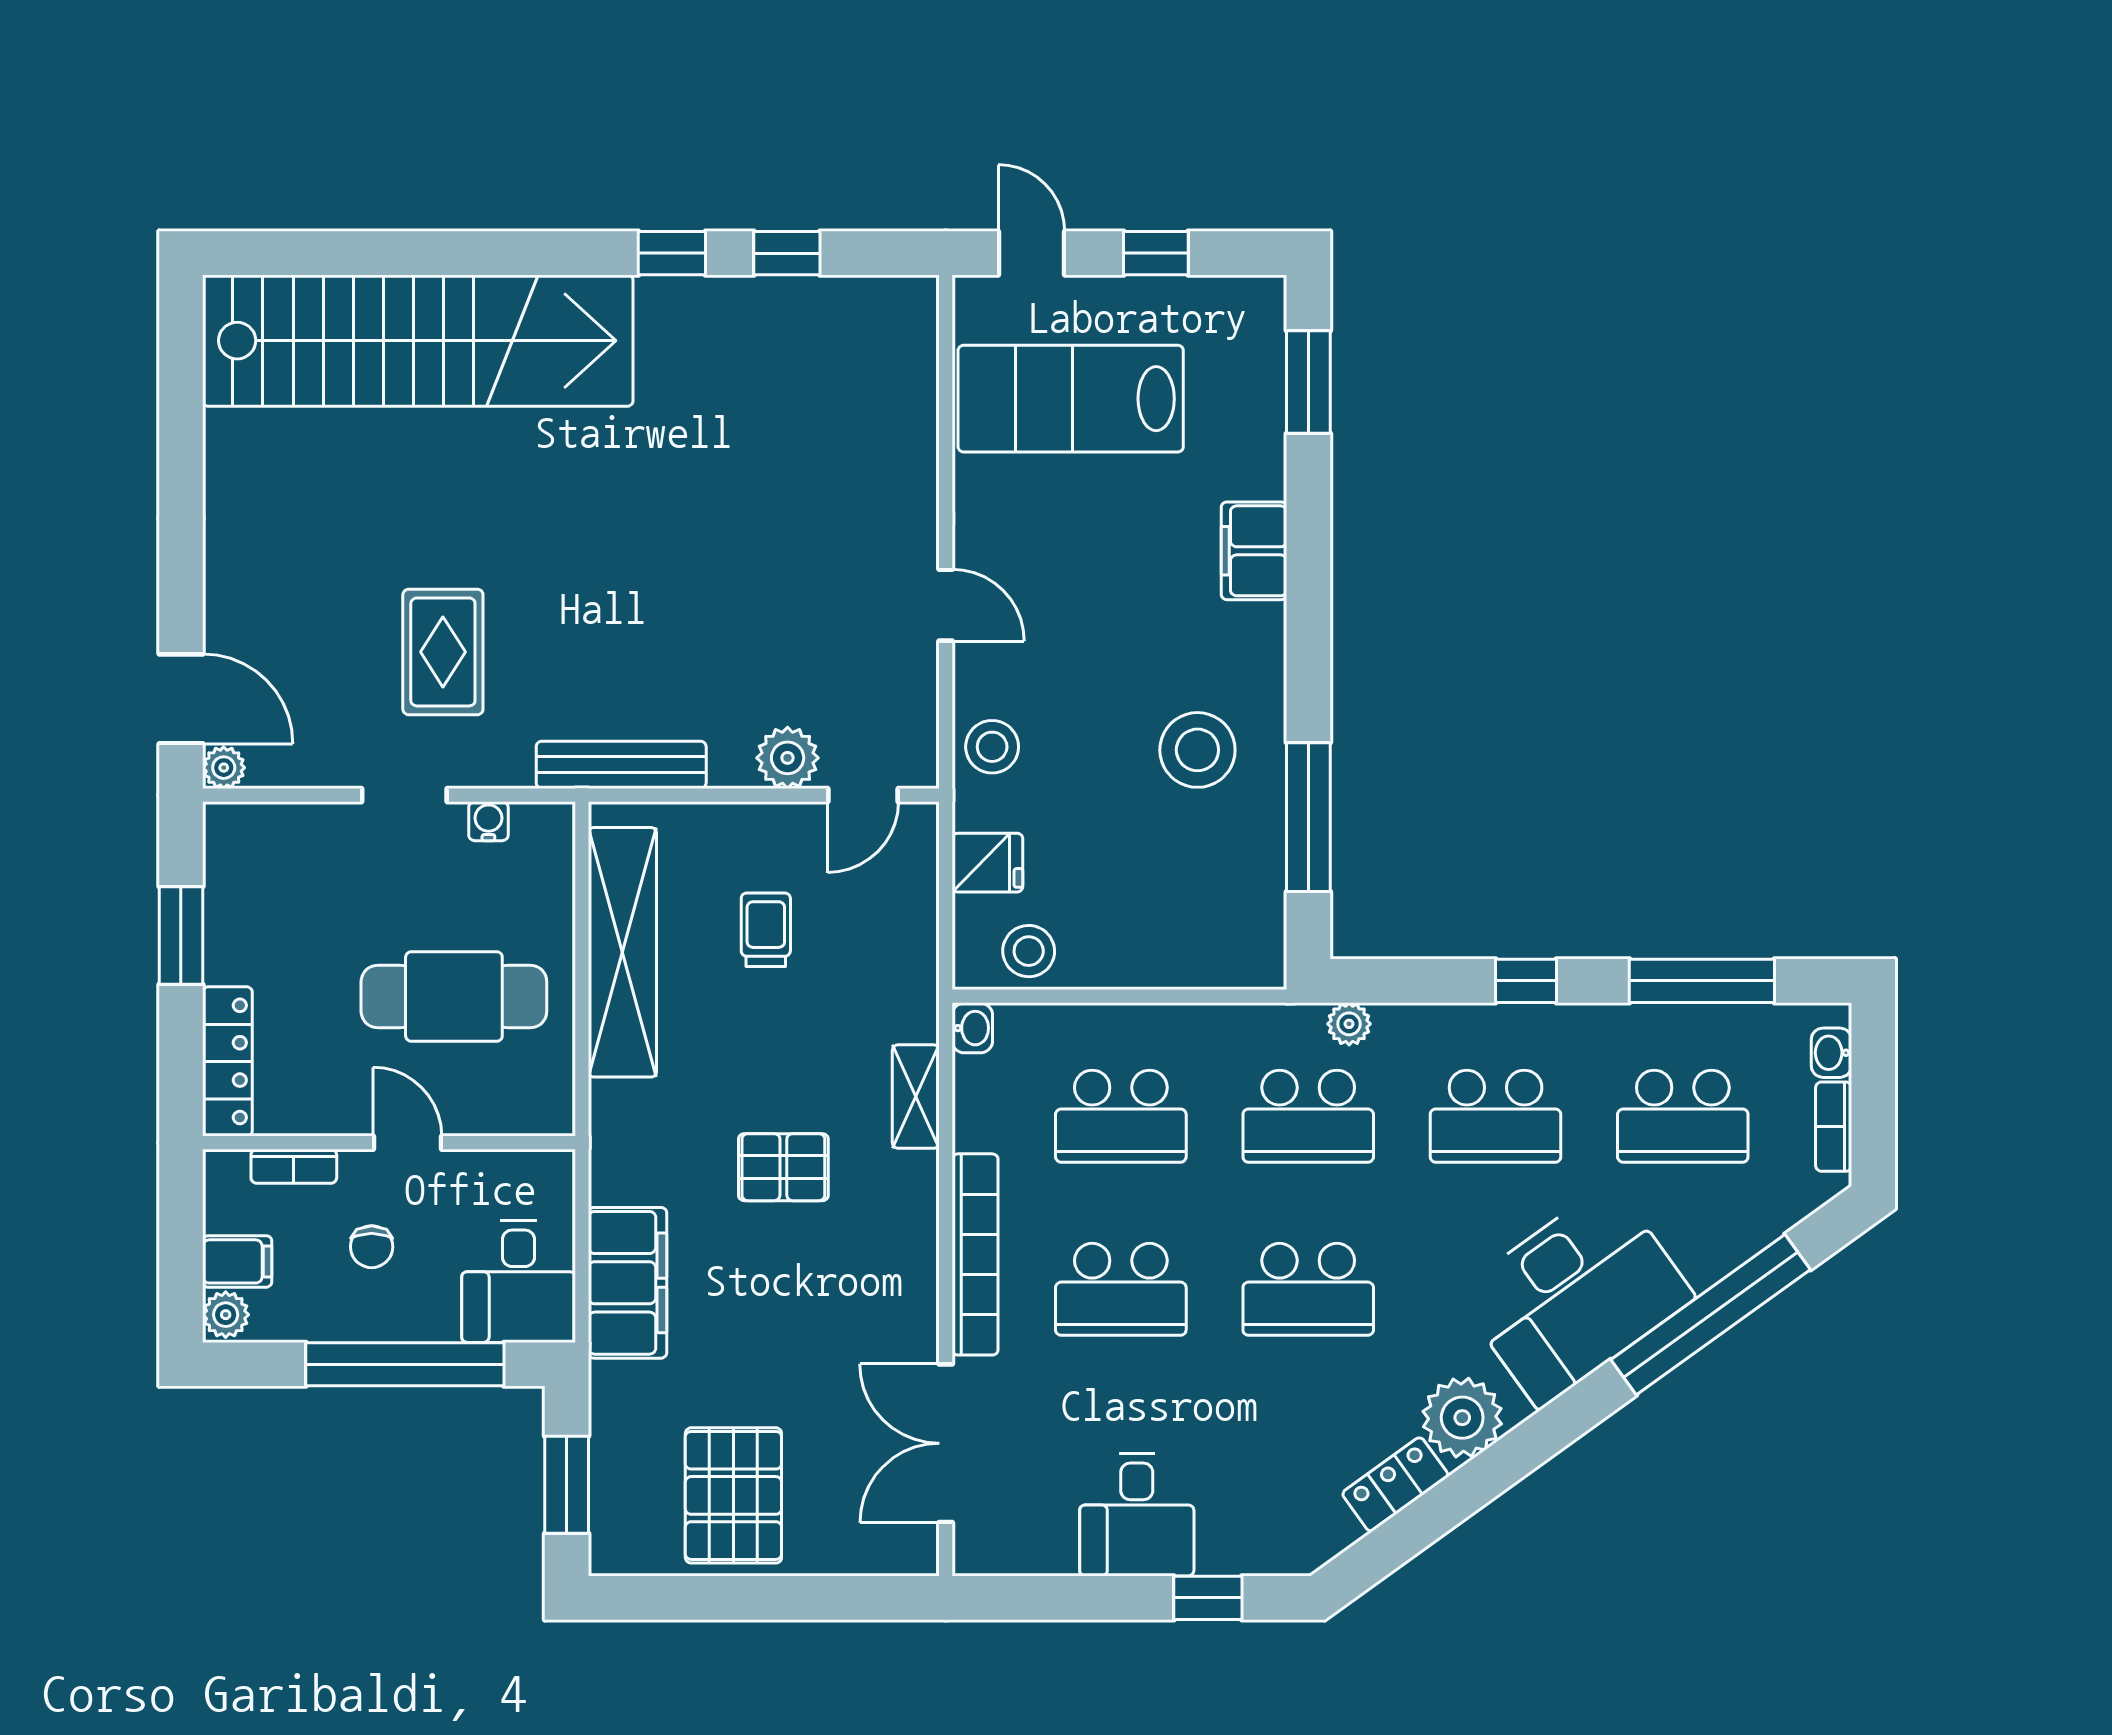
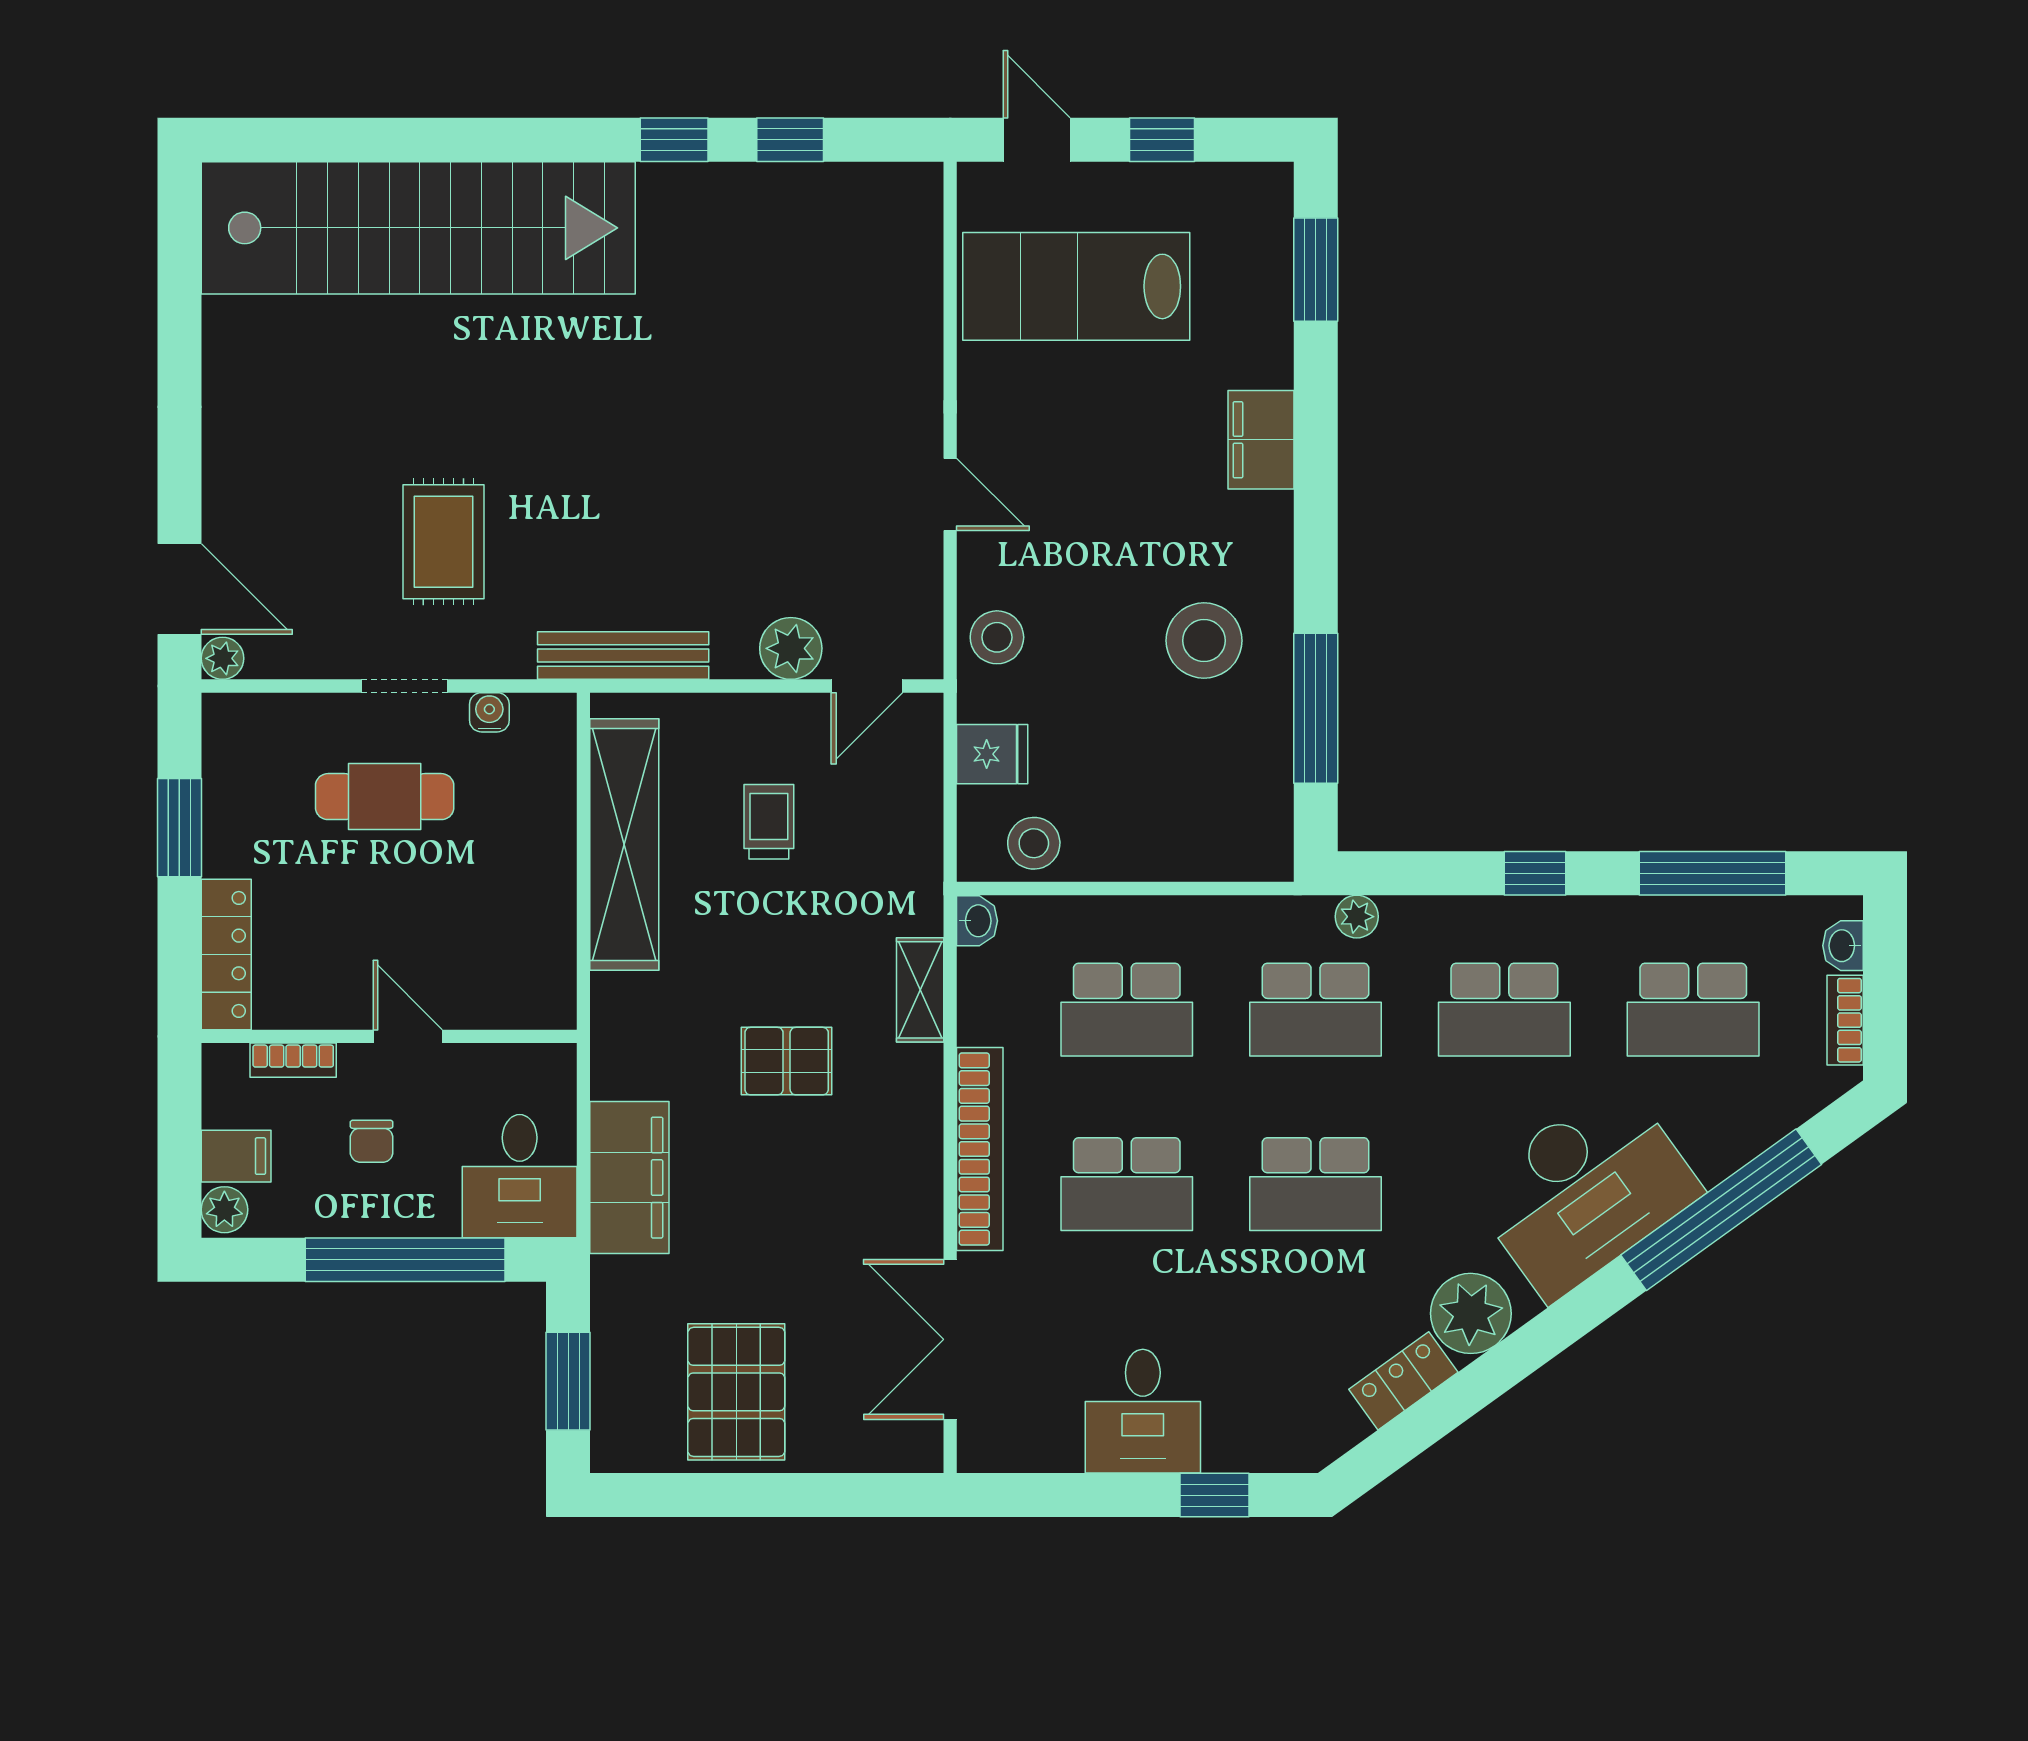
cafe table: (454, 996) -> (385, 797), moved, width x0.73, depth x0.74

